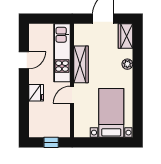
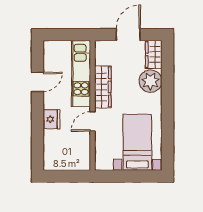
plant: (127, 64) -> (150, 81), width x1.87, depth x1.87
window: (51, 142) -> (69, 176), removed

